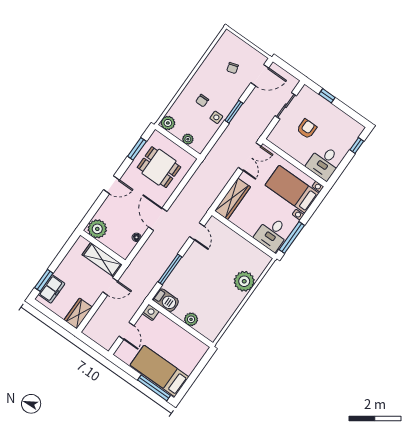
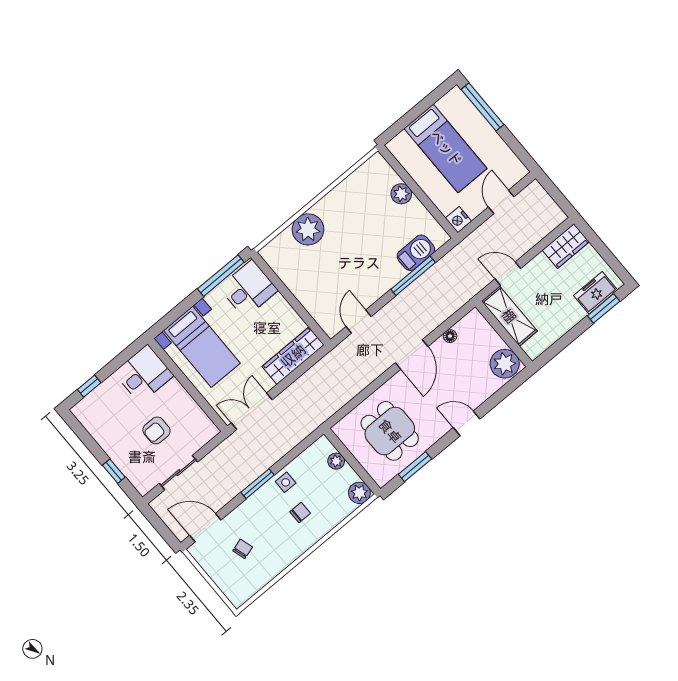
barbecue: (166, 300) -> (416, 253), moved, turned 90
bed: (159, 371) -> (446, 148), moved

